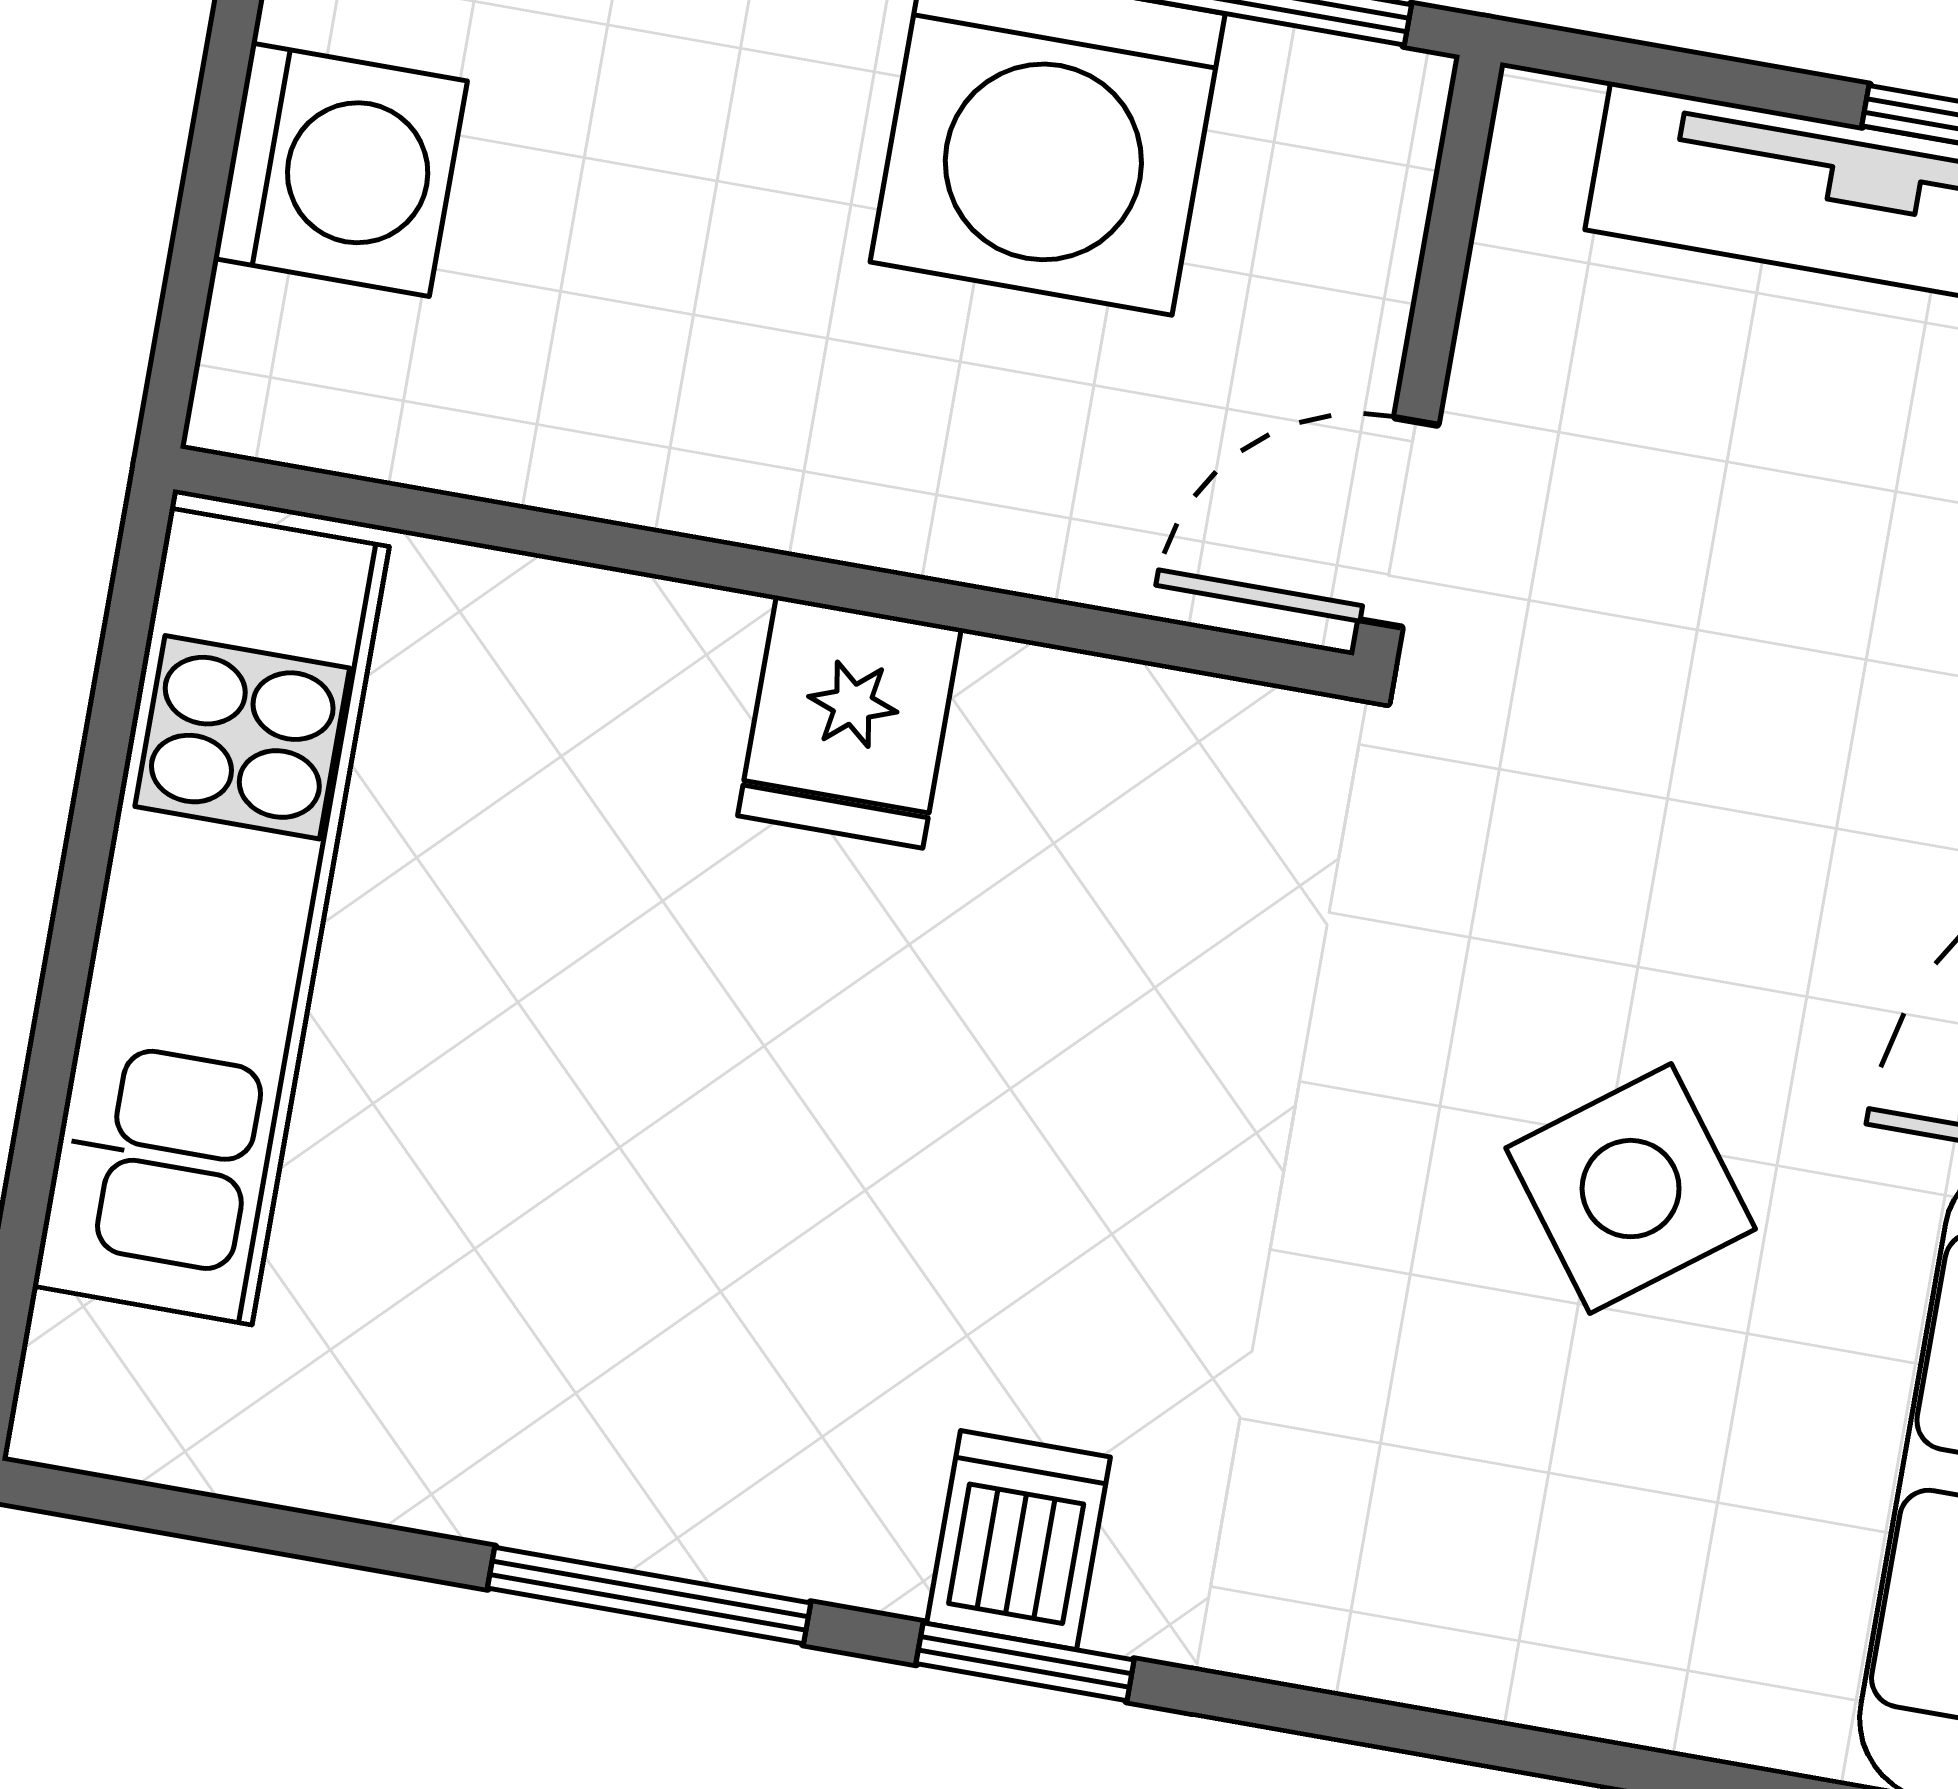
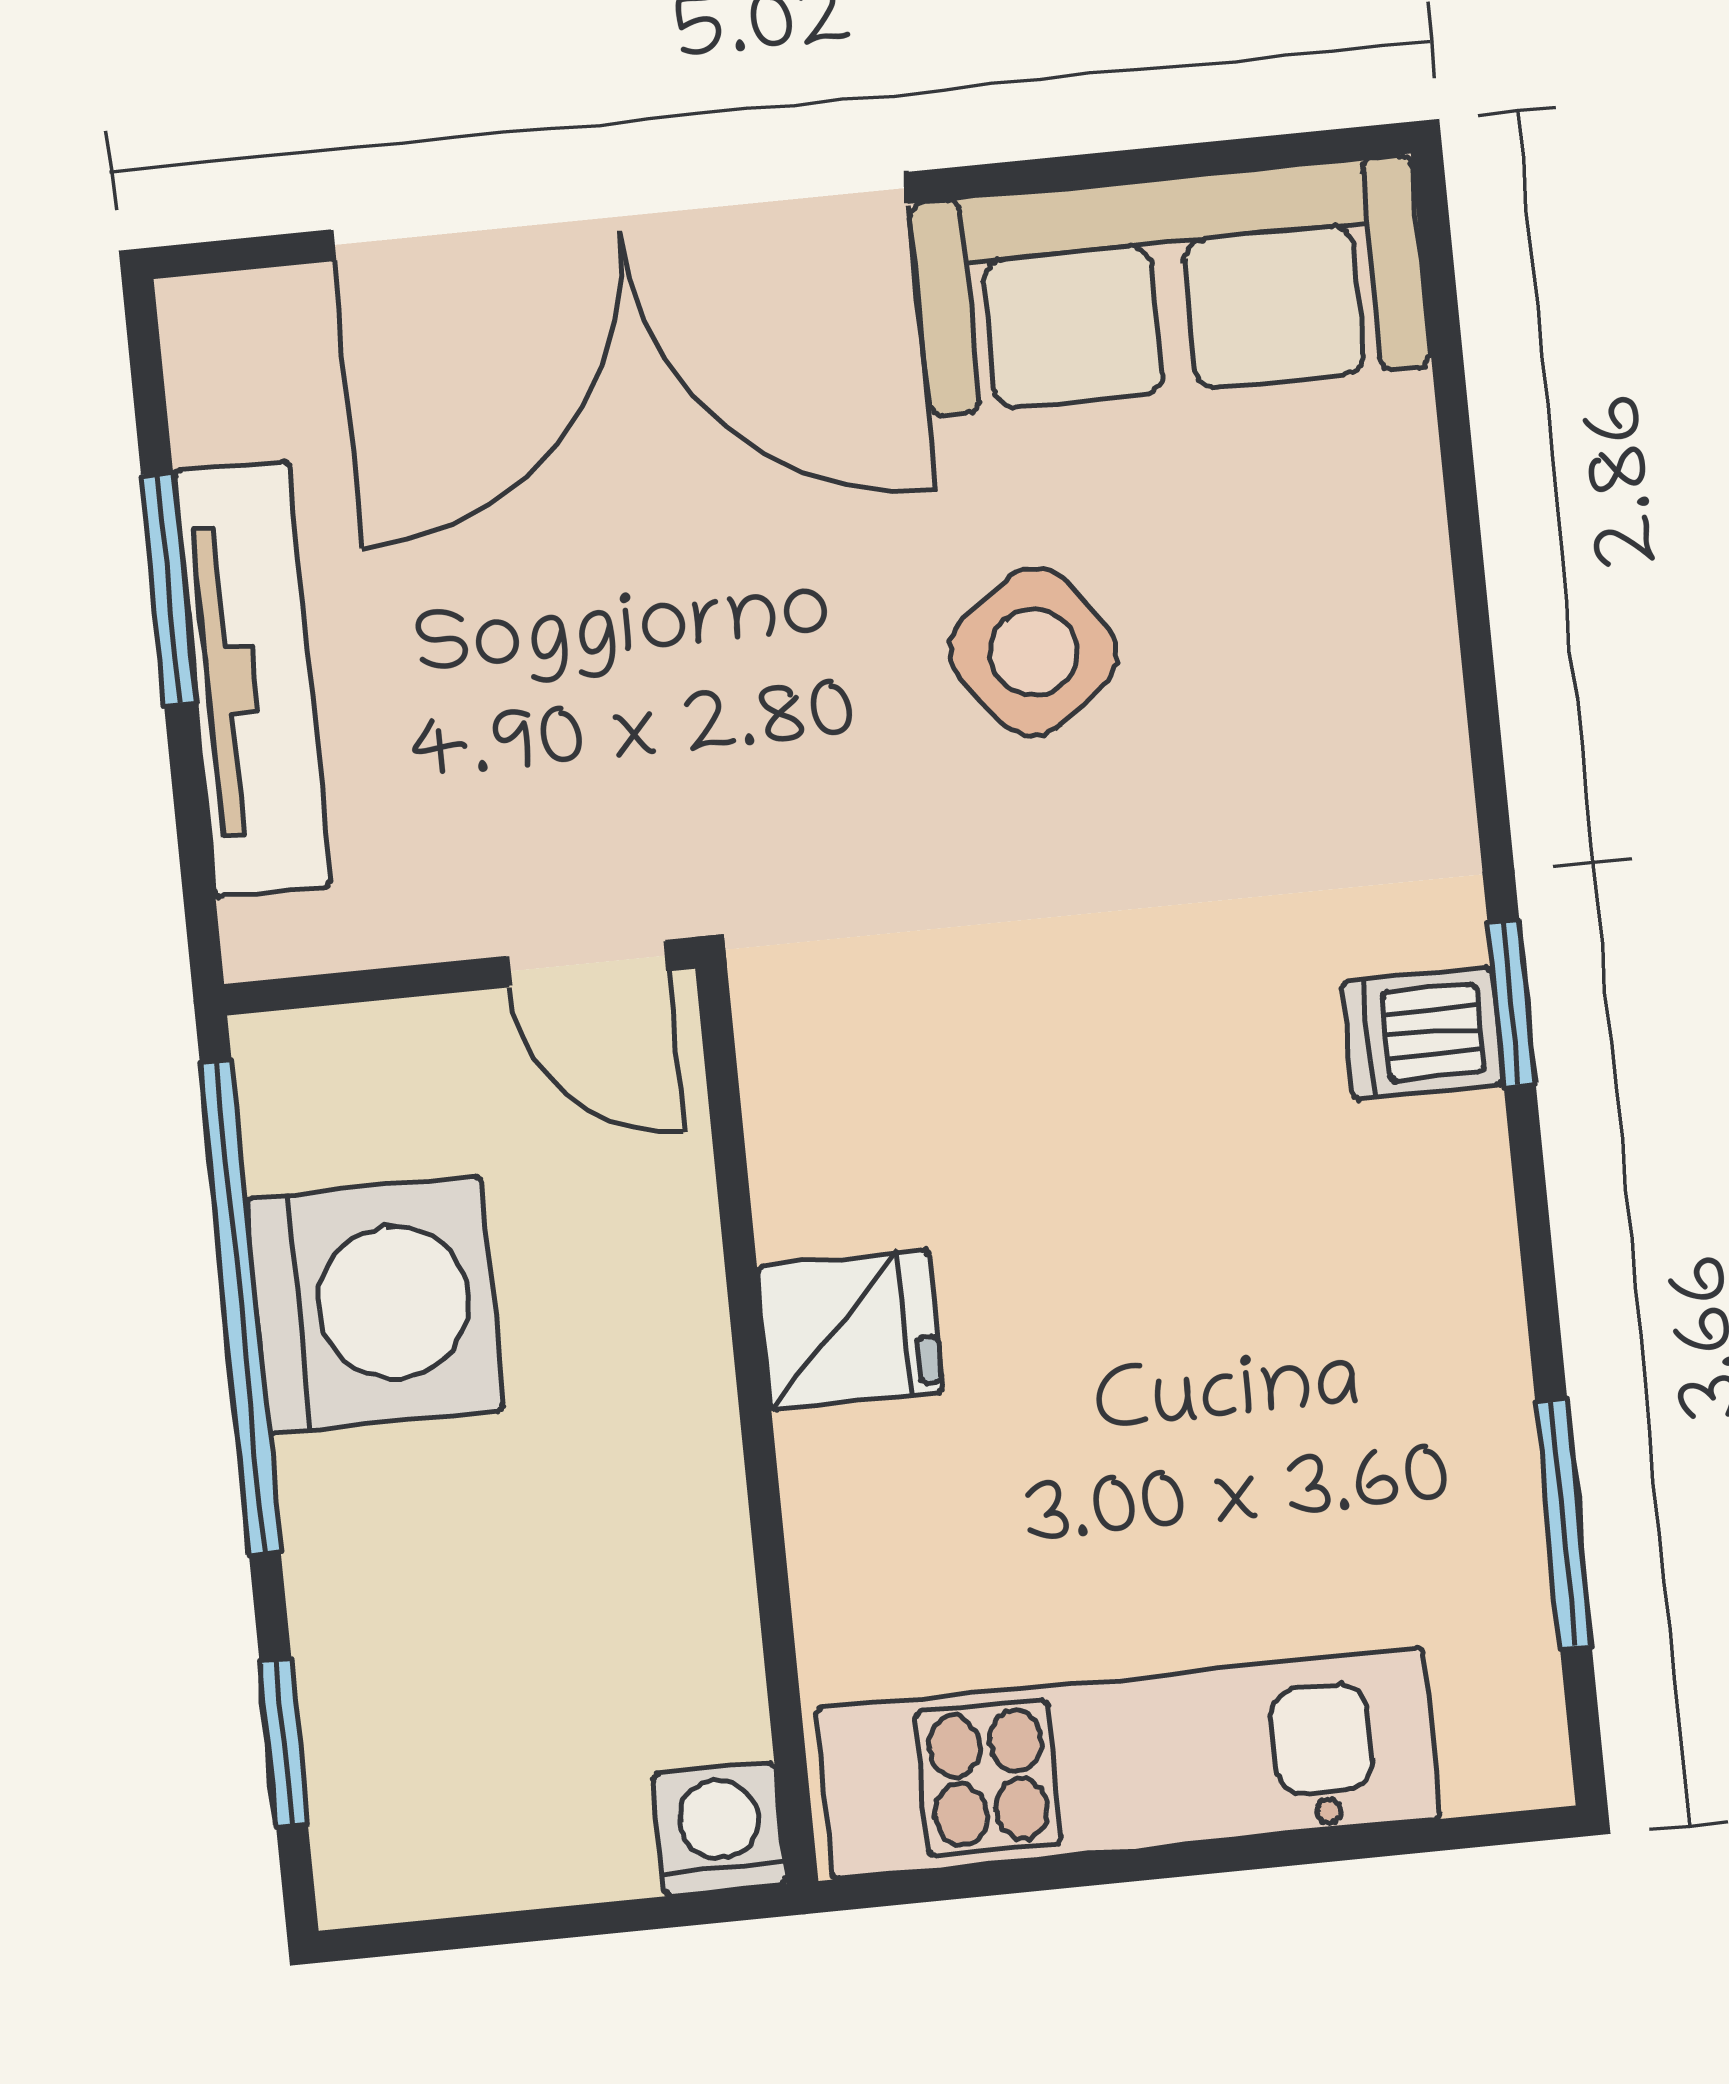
washing machine: (340, 170) -> (719, 1829), moved, width x0.73, depth x0.73
window: (649, 1596) -> (1564, 1524), moved

